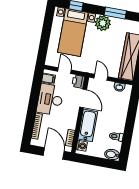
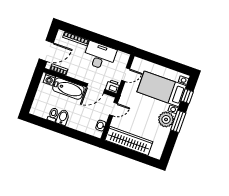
window: (115, 13) -> (178, 121), moved
filing cabinet: (48, 79) -> (120, 58), removed
bidet: (112, 154) -> (63, 117), moved

